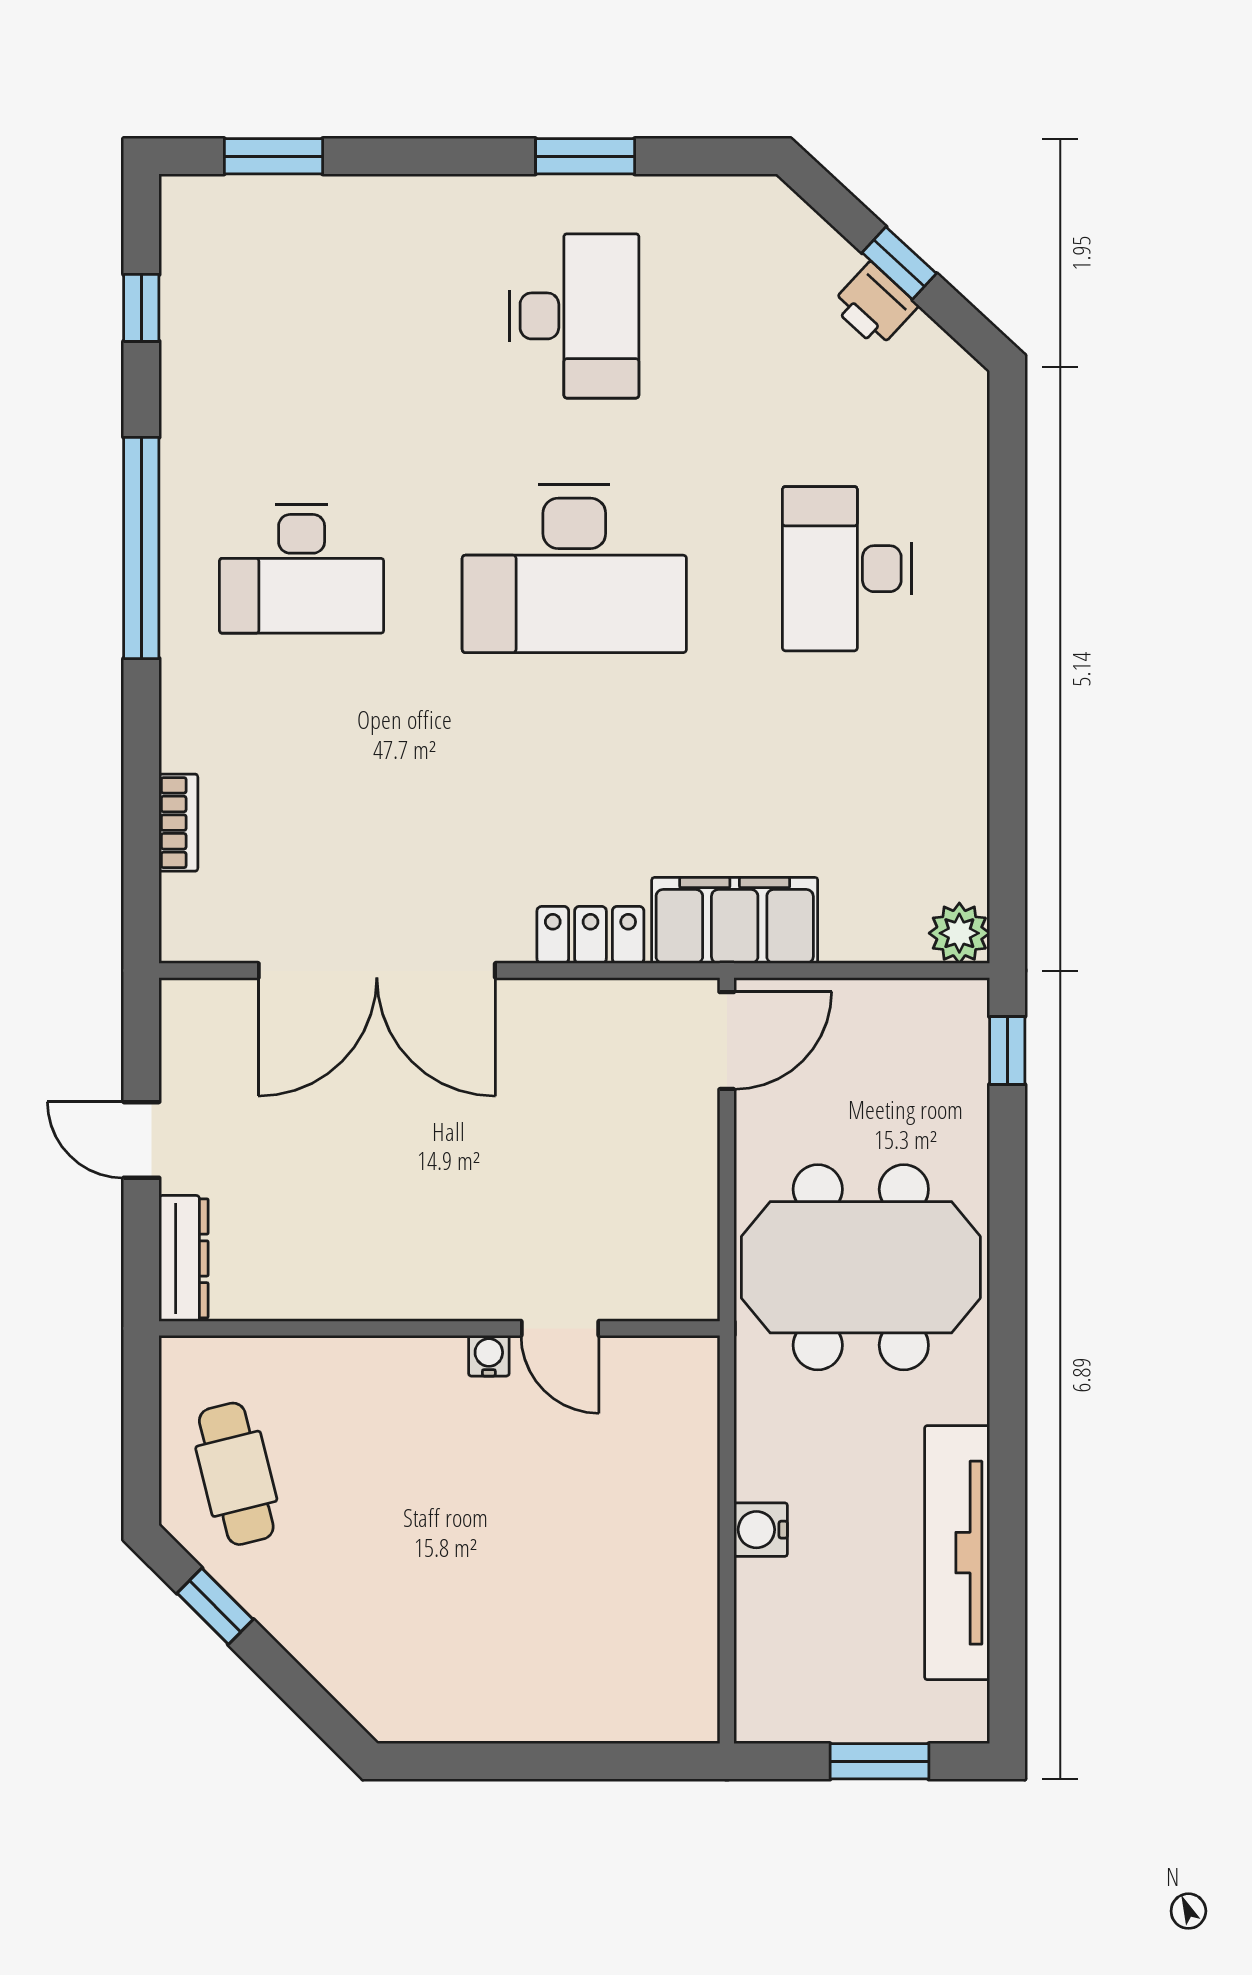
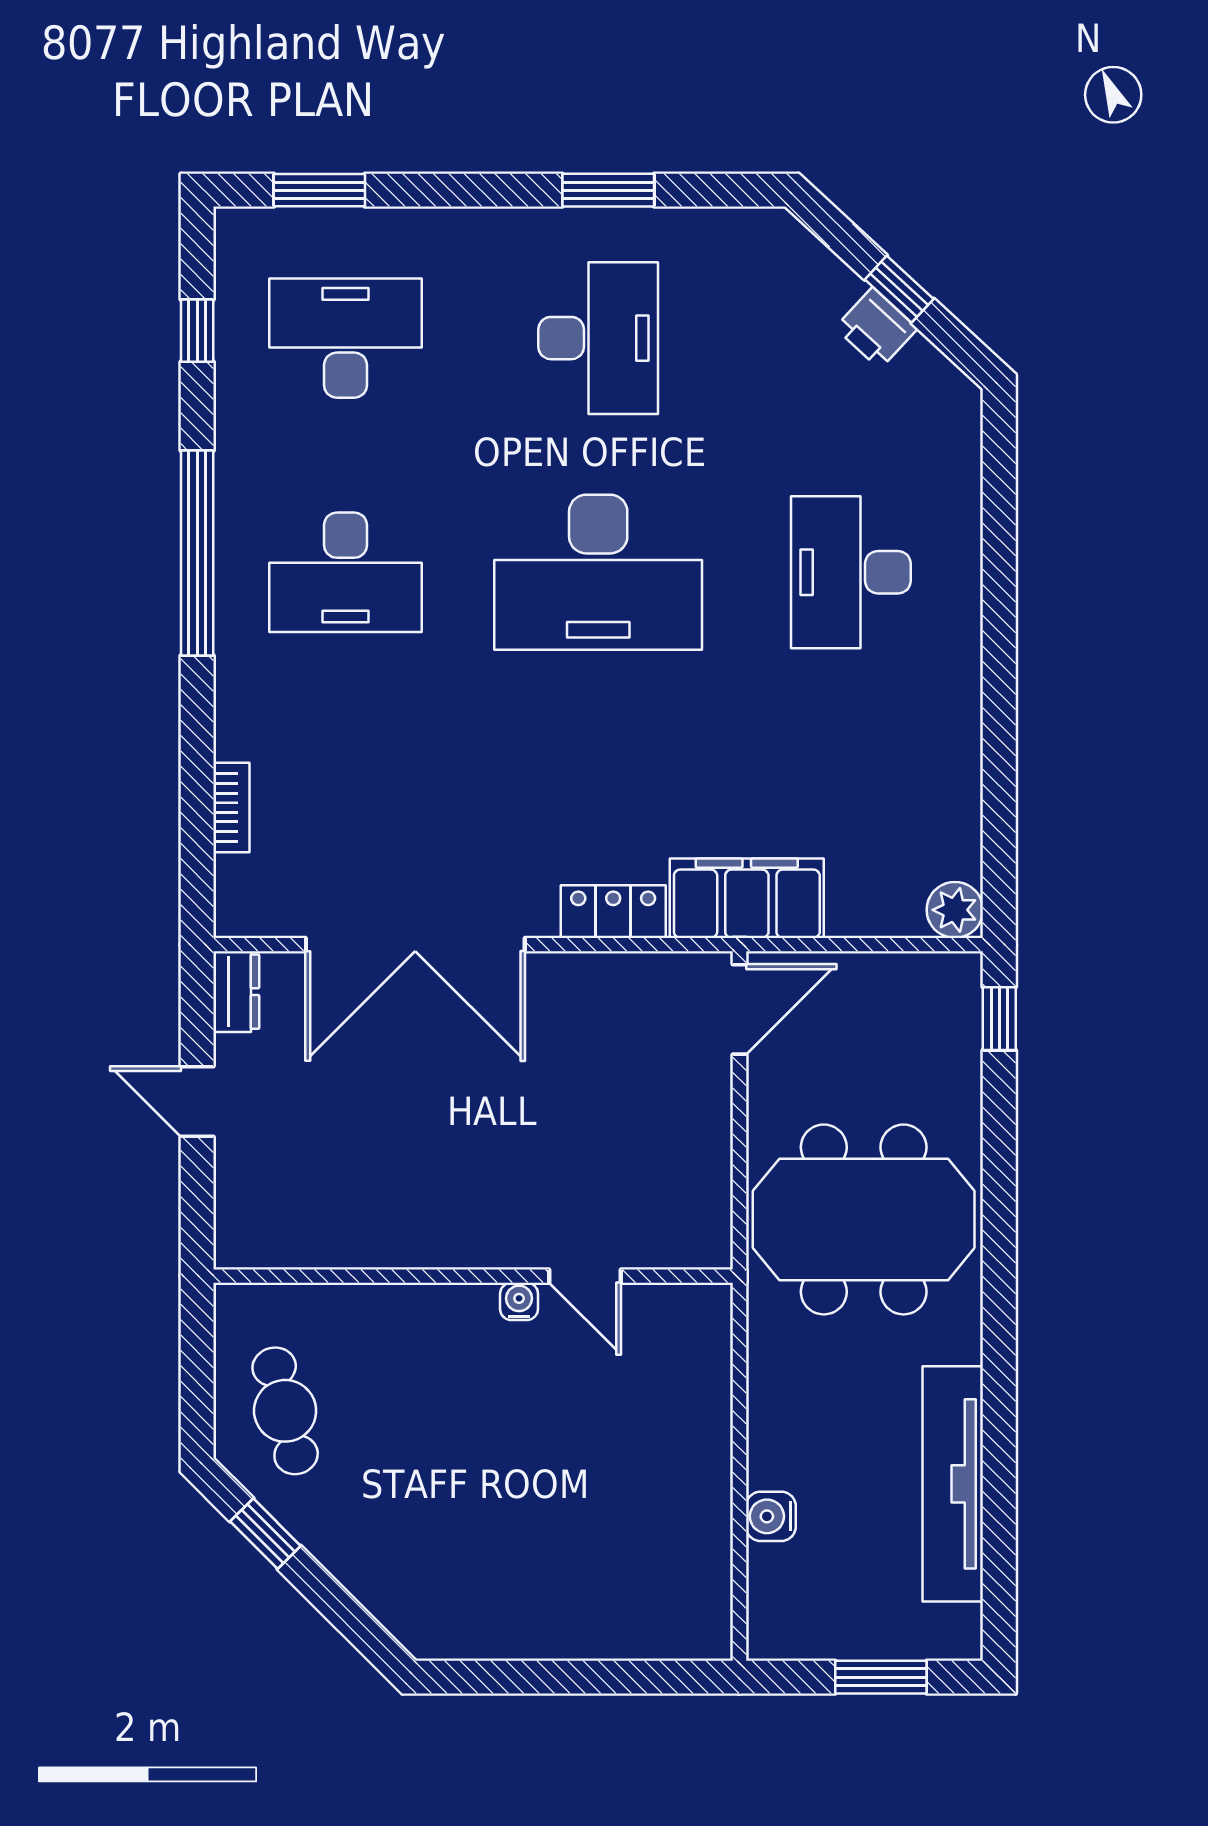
desk: (302, 316) -> (346, 338), added
dresser: (184, 1258) -> (236, 992), moved, width x0.70
water cooler: (761, 1530) -> (771, 1516), moved

